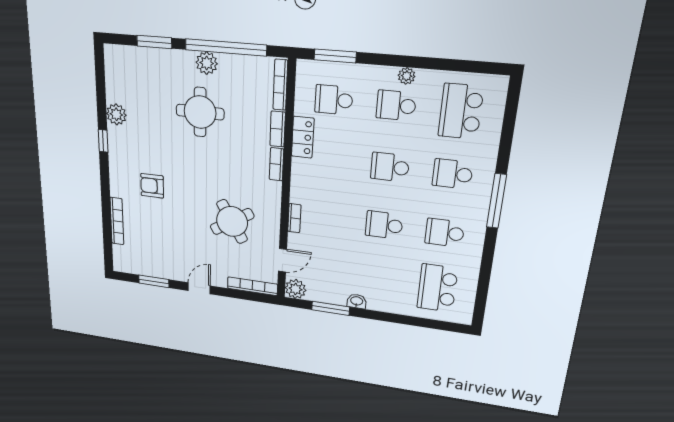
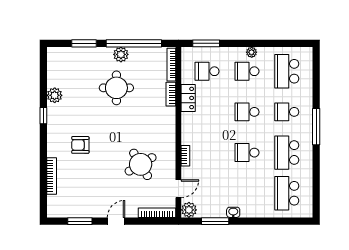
bookcase: (276, 164) -> (171, 119), removed
school desk: (445, 233) -> (287, 153), width x1.85

